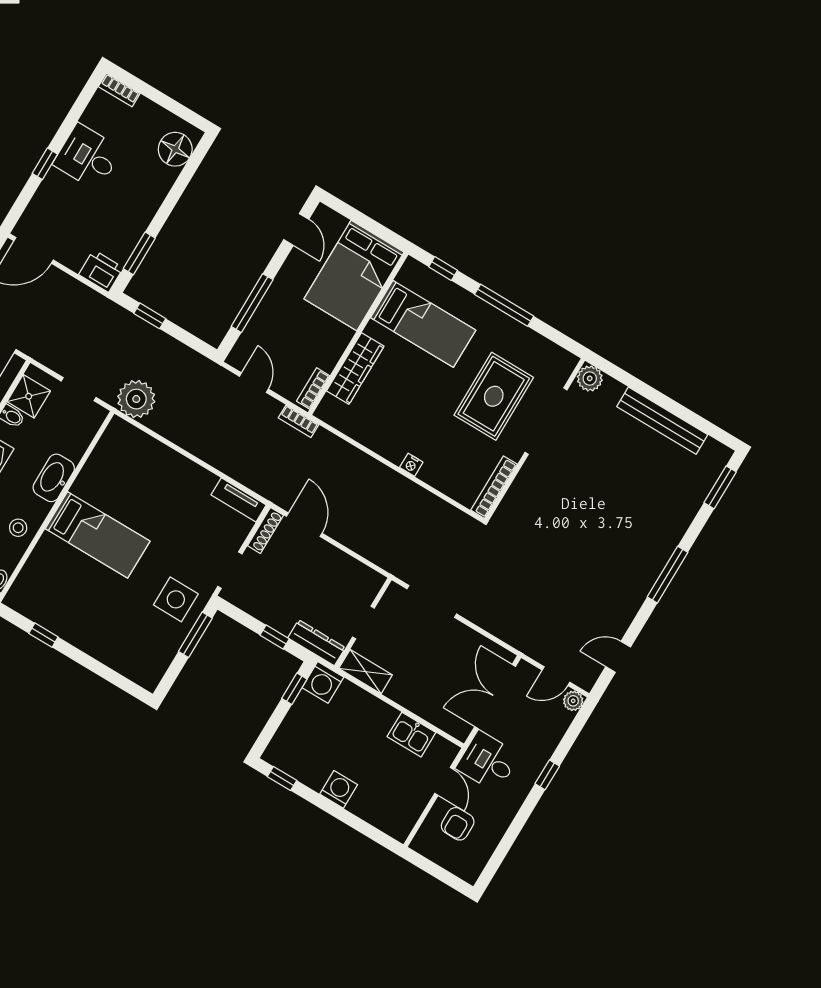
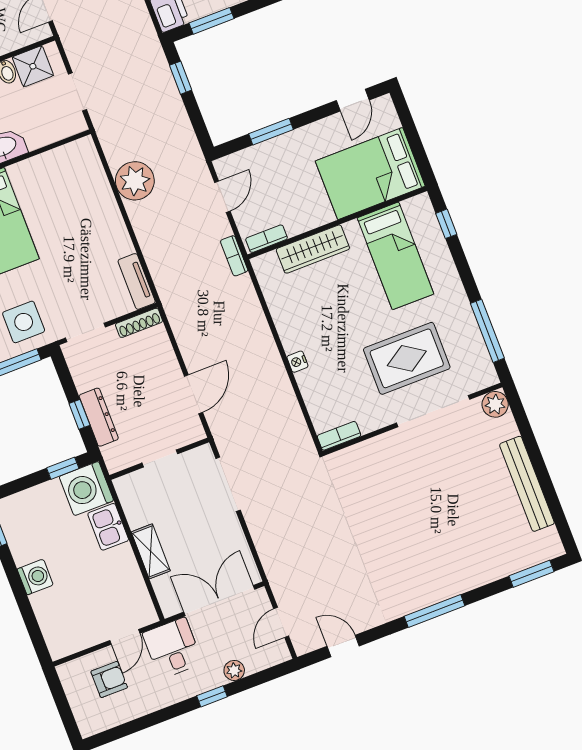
window: (252, 303) -> (271, 132), width x0.69
window: (504, 305) -> (487, 331), moved
plant: (136, 399) -> (135, 181), moved
bookcase: (494, 487) -> (339, 436), width x0.64
door: (304, 525) -> (193, 394), moved
dresser: (317, 643) -> (99, 417), moved
shelving: (366, 672) -> (151, 551), moved
door: (556, 676) -> (281, 622), hinge flipped
washing machine: (323, 682) -> (86, 489), width x1.37, depth x1.37
plant: (573, 701) -> (234, 670), moved
kitchen sink: (411, 735) -> (108, 527), moved
armchair: (458, 824) -> (109, 679), turned 180

